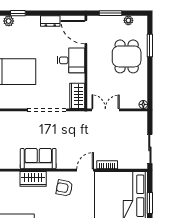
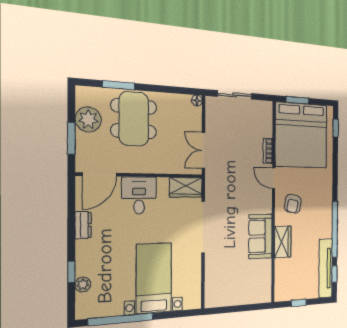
plant: (128, 20) -> (88, 119), width x1.88, depth x1.88
dining table: (127, 56) -> (134, 119), width x1.38
sliding door: (150, 149) -> (235, 95), moved
window: (150, 203) -> (297, 100), moved

